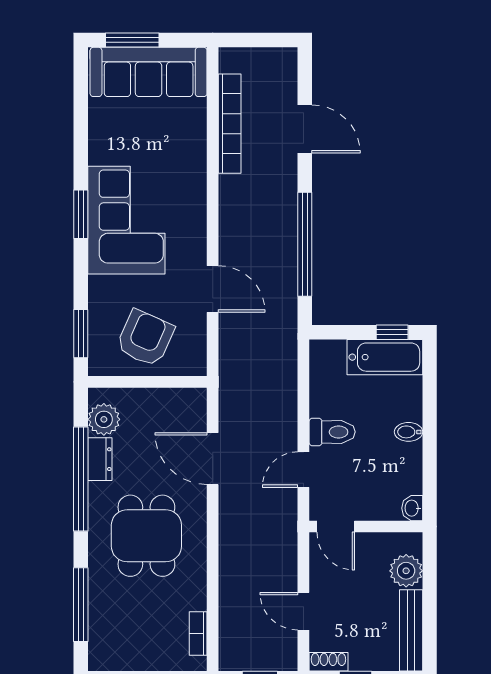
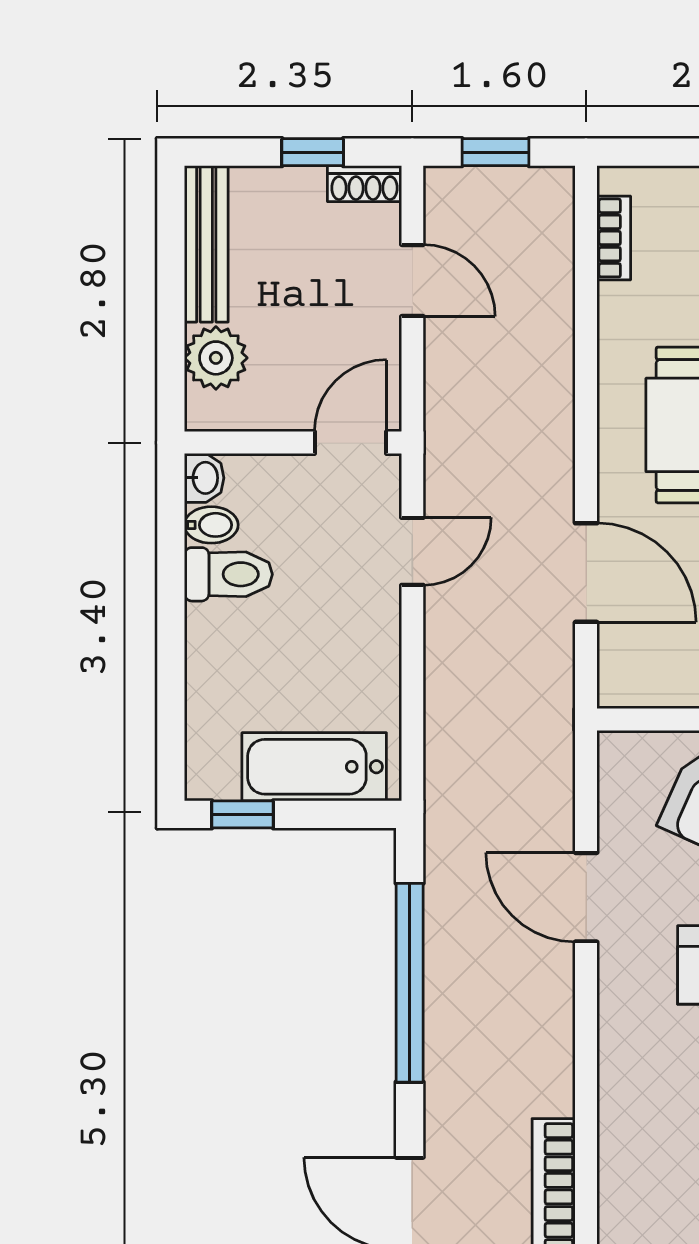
bathtub: (385, 357) -> (314, 767), moved
toilet: (332, 432) -> (228, 574), moved, turned 180
bidet: (409, 432) -> (211, 525), moved
door: (336, 527) -> (350, 443), hinge flipped

